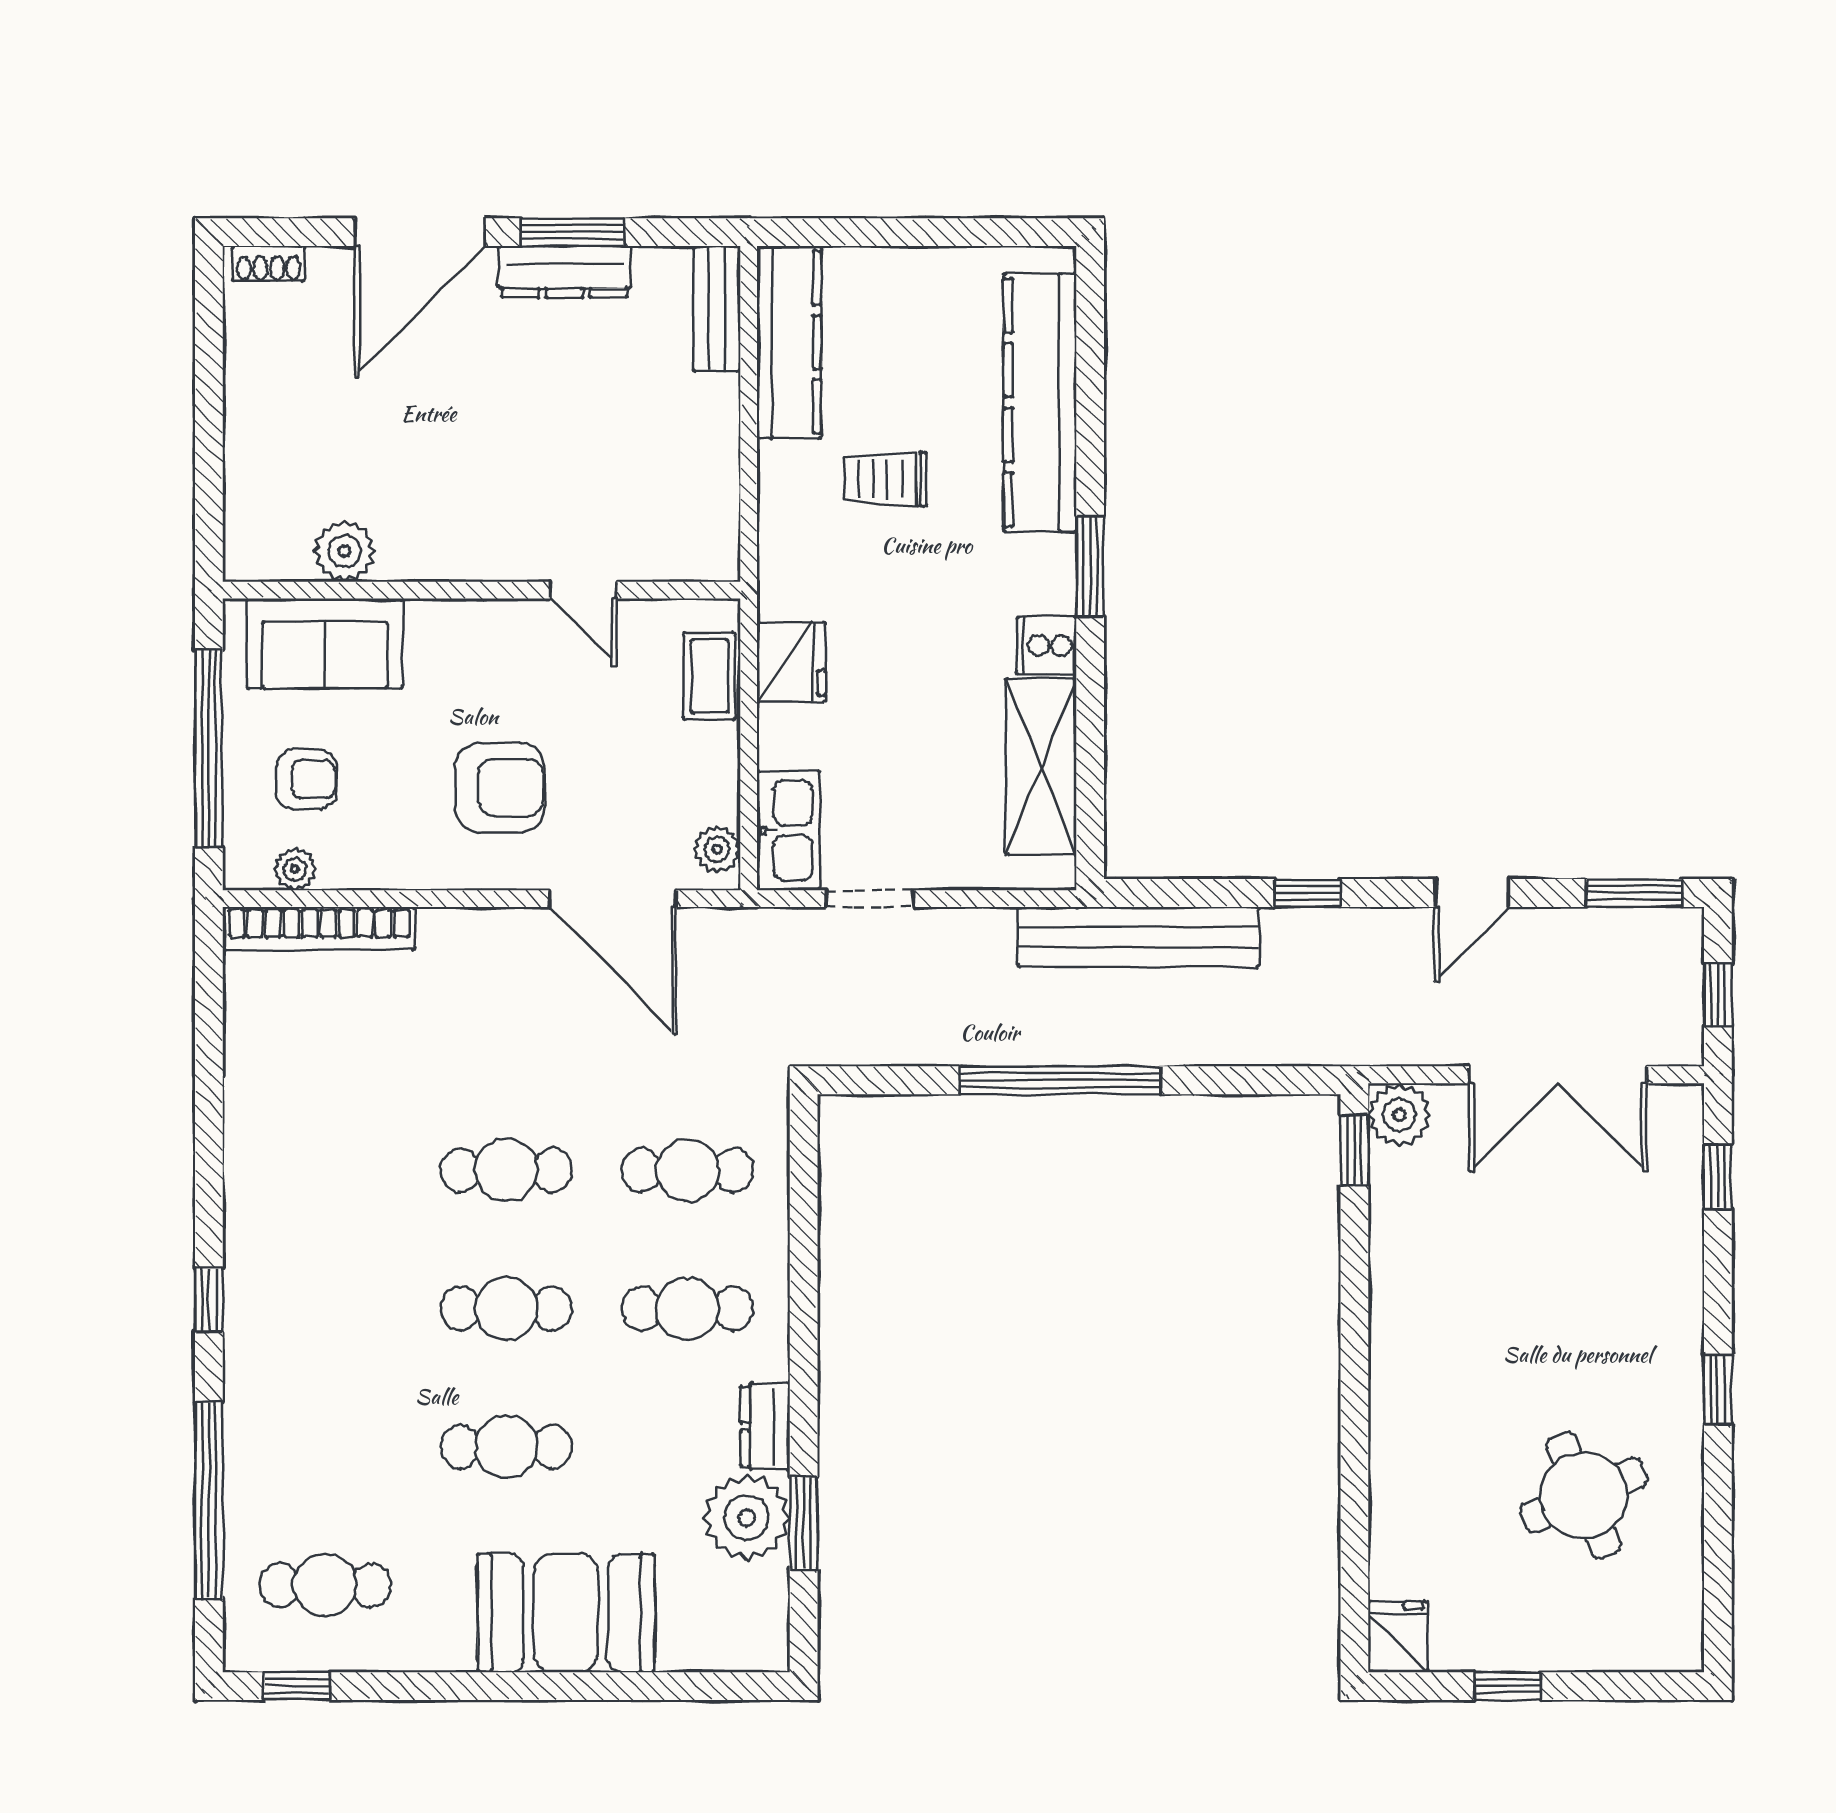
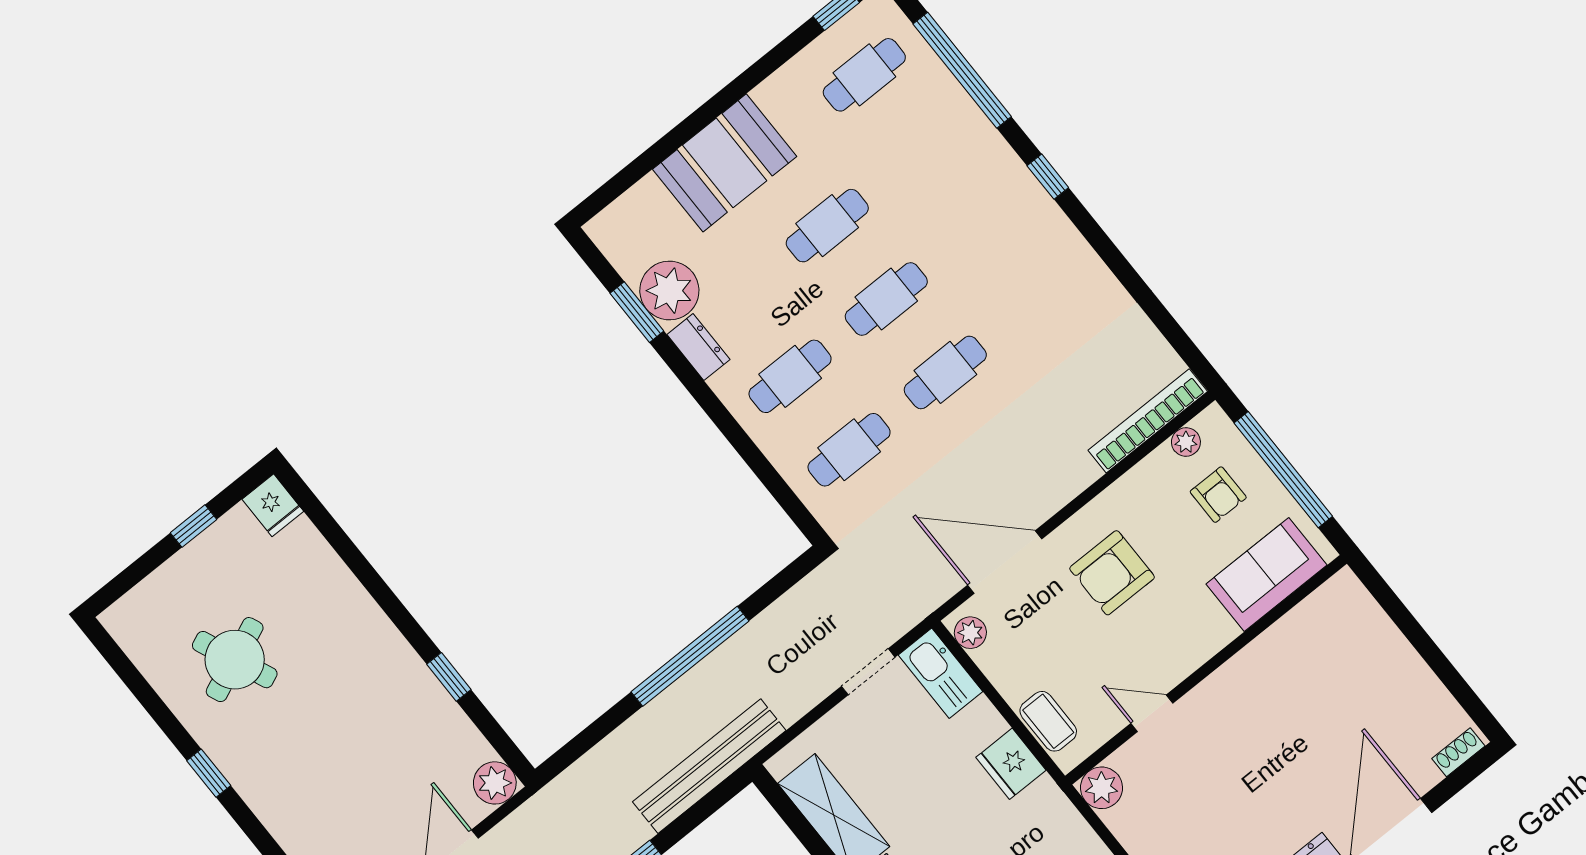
plant: (345, 551) -> (1102, 788), moved
armchair: (306, 779) -> (1218, 495), turned -90
window: (1354, 1150) -> (449, 677), moved

